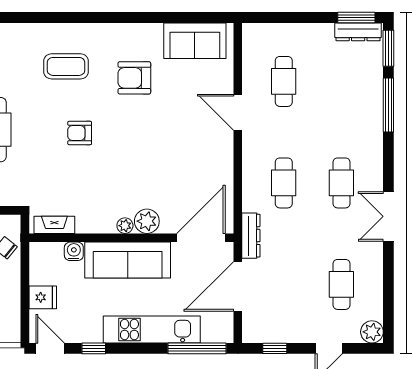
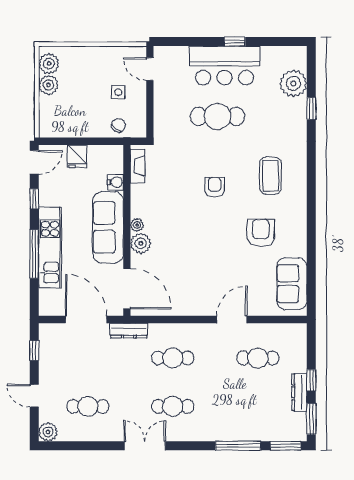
window: (310, 17) -> (311, 380), added
dresser: (358, 32) -> (299, 392), moved
window: (197, 348) -> (34, 254), moved

